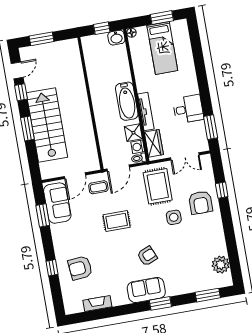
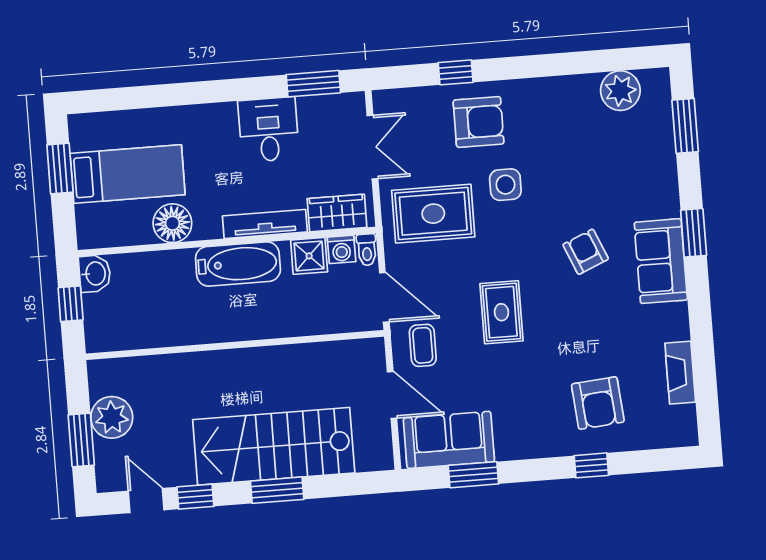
floor lamp: (131, 33) -> (172, 223), moved, width x1.89, depth x1.89
plant: (53, 51) -> (112, 417), added

